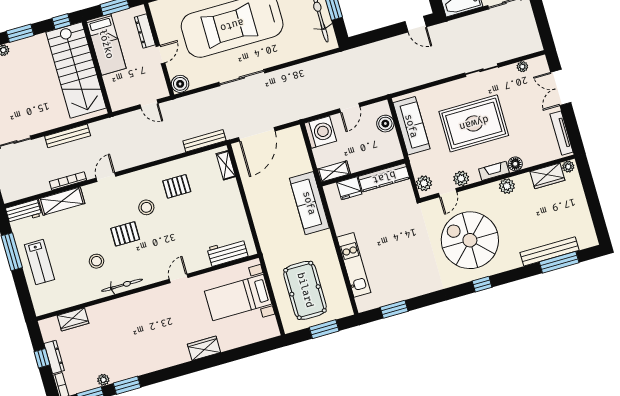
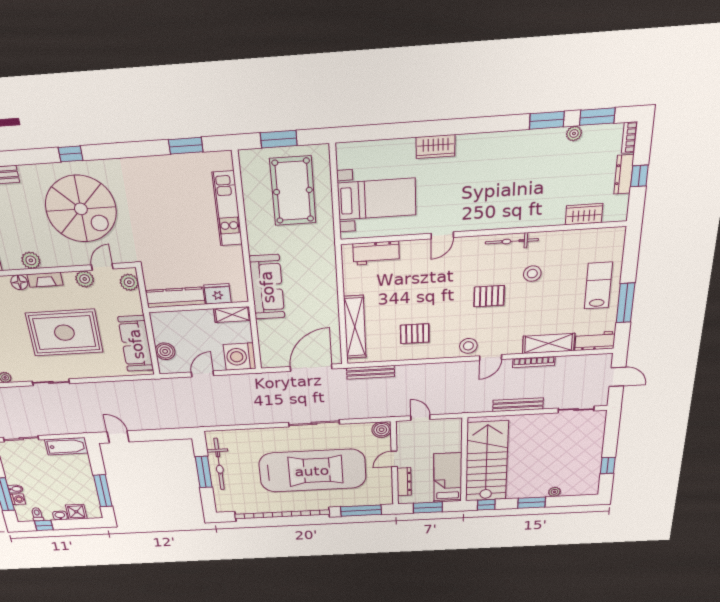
shelving: (226, 165) -> (355, 327), width x2.20, depth x1.33
stool: (146, 207) -> (468, 346), moved

